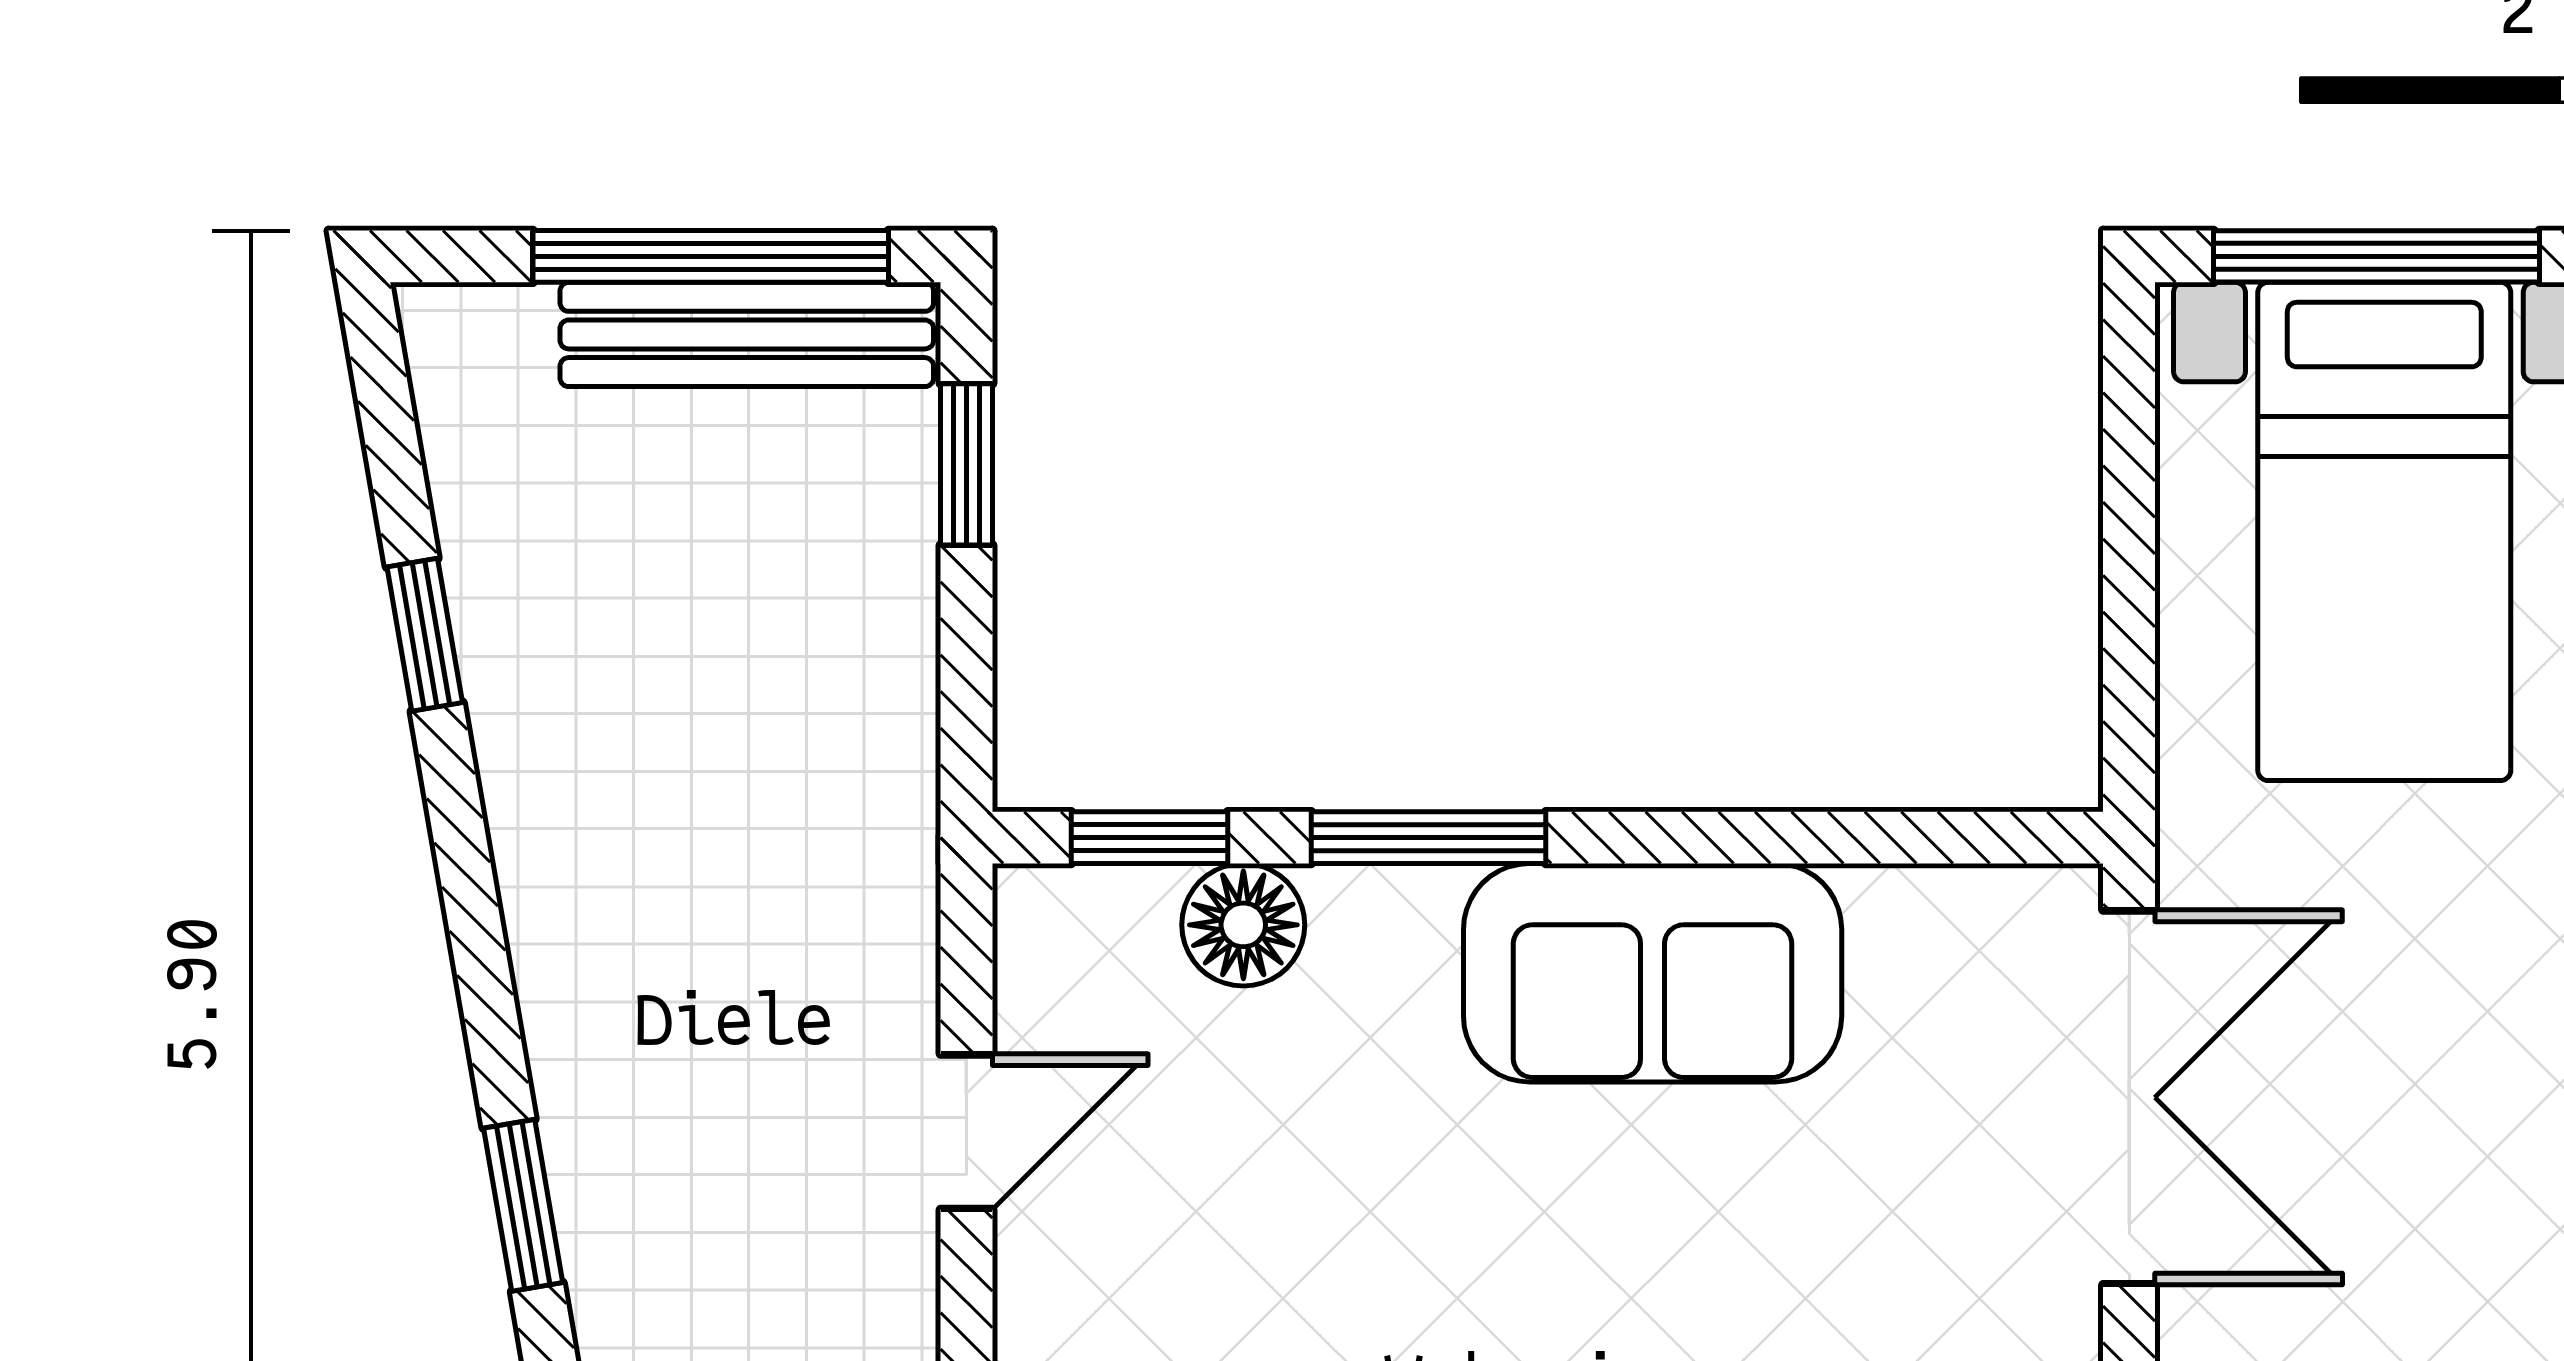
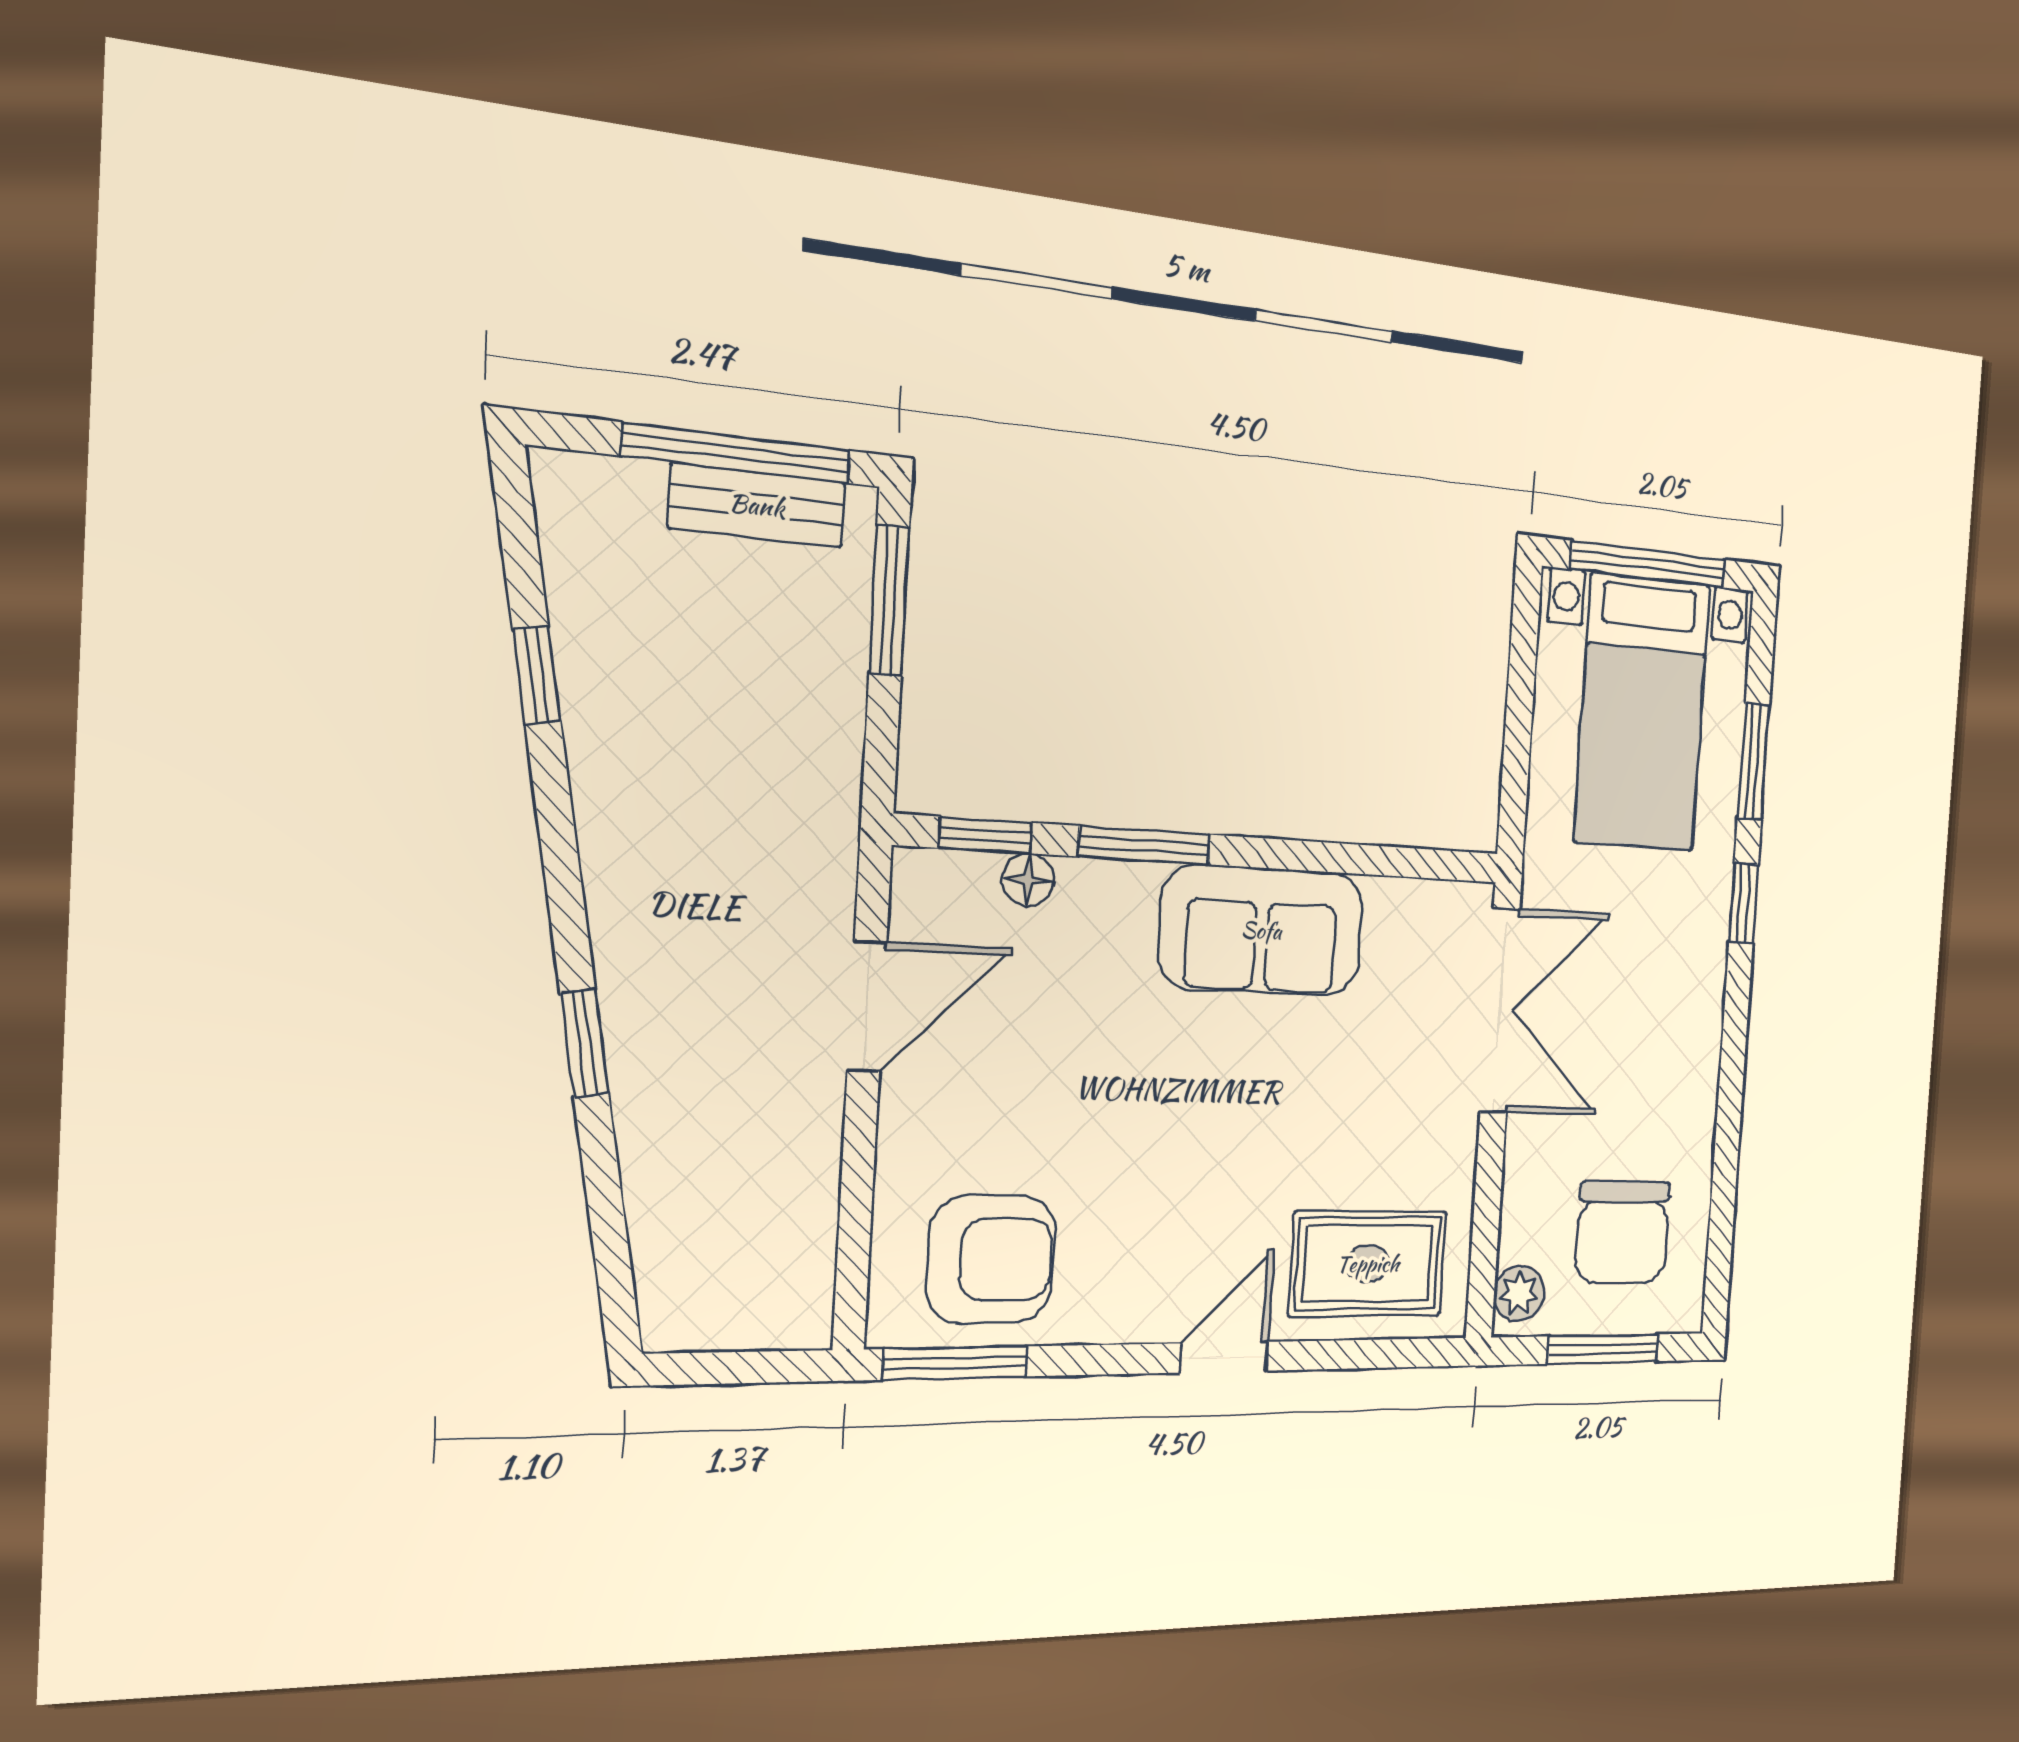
bench: (747, 334) -> (757, 505), width x0.73
window: (966, 464) -> (889, 600), width x1.50
floor lamp: (1243, 925) -> (1028, 880), width x0.73, depth x0.73
door: (966, 1132) -> (867, 1006), width x1.38

